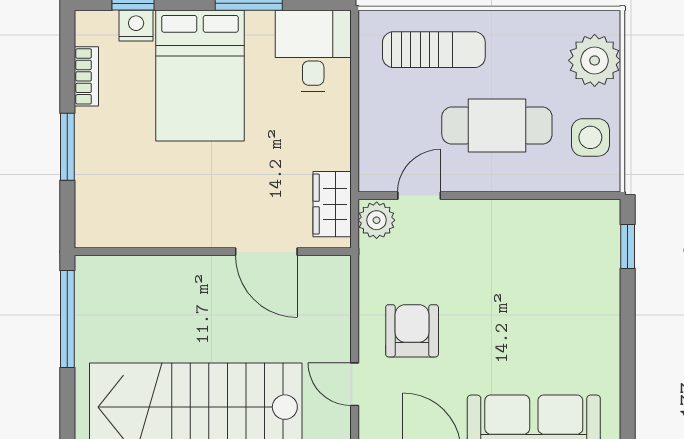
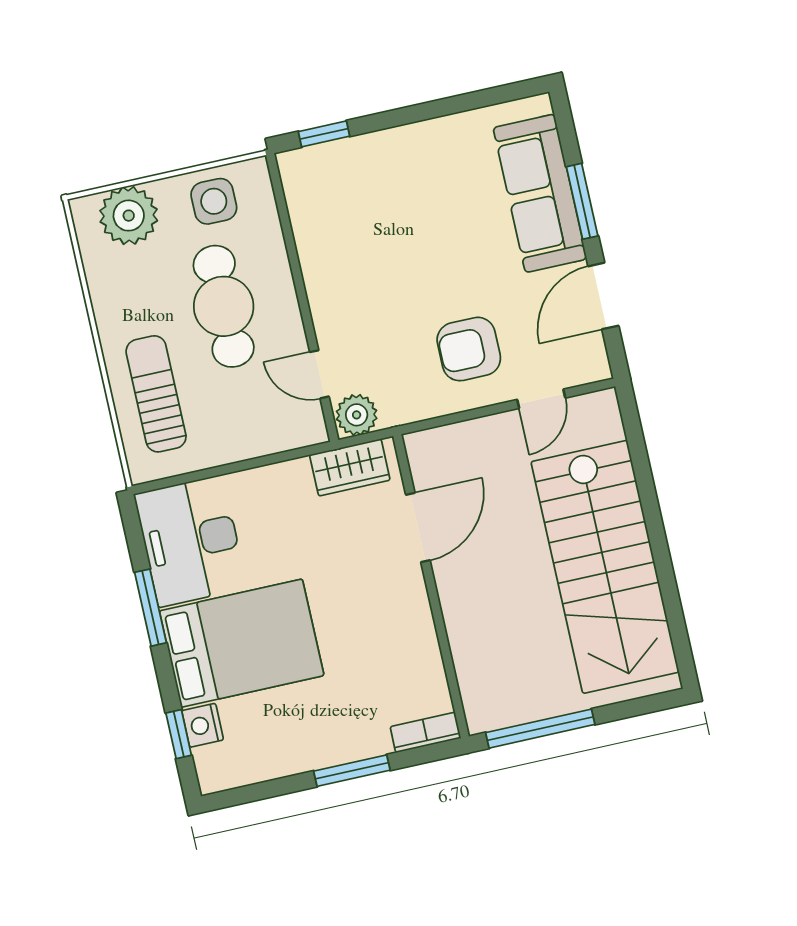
desk: (313, 51) -> (191, 541), width x1.37
bookcase: (86, 76) -> (425, 732), moved

